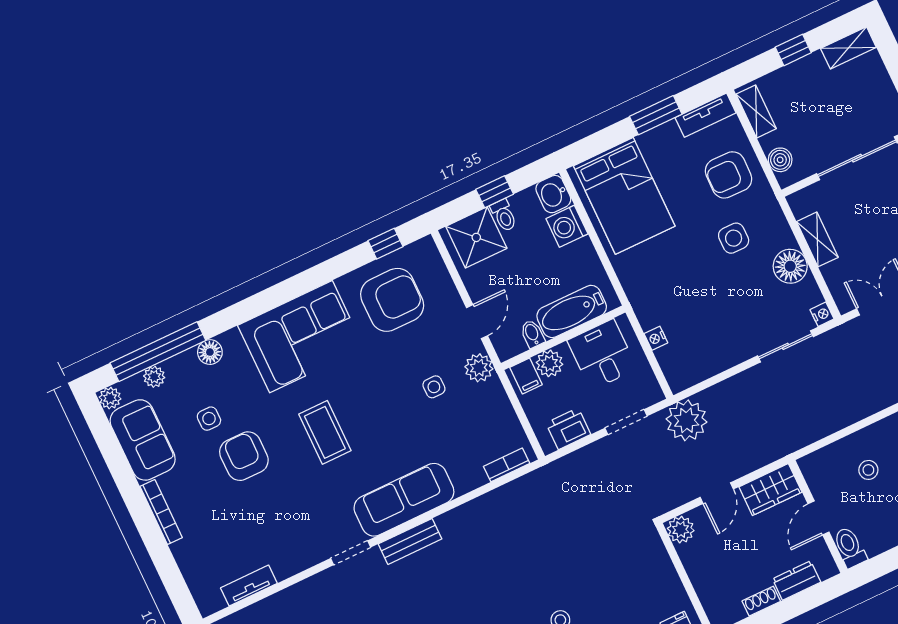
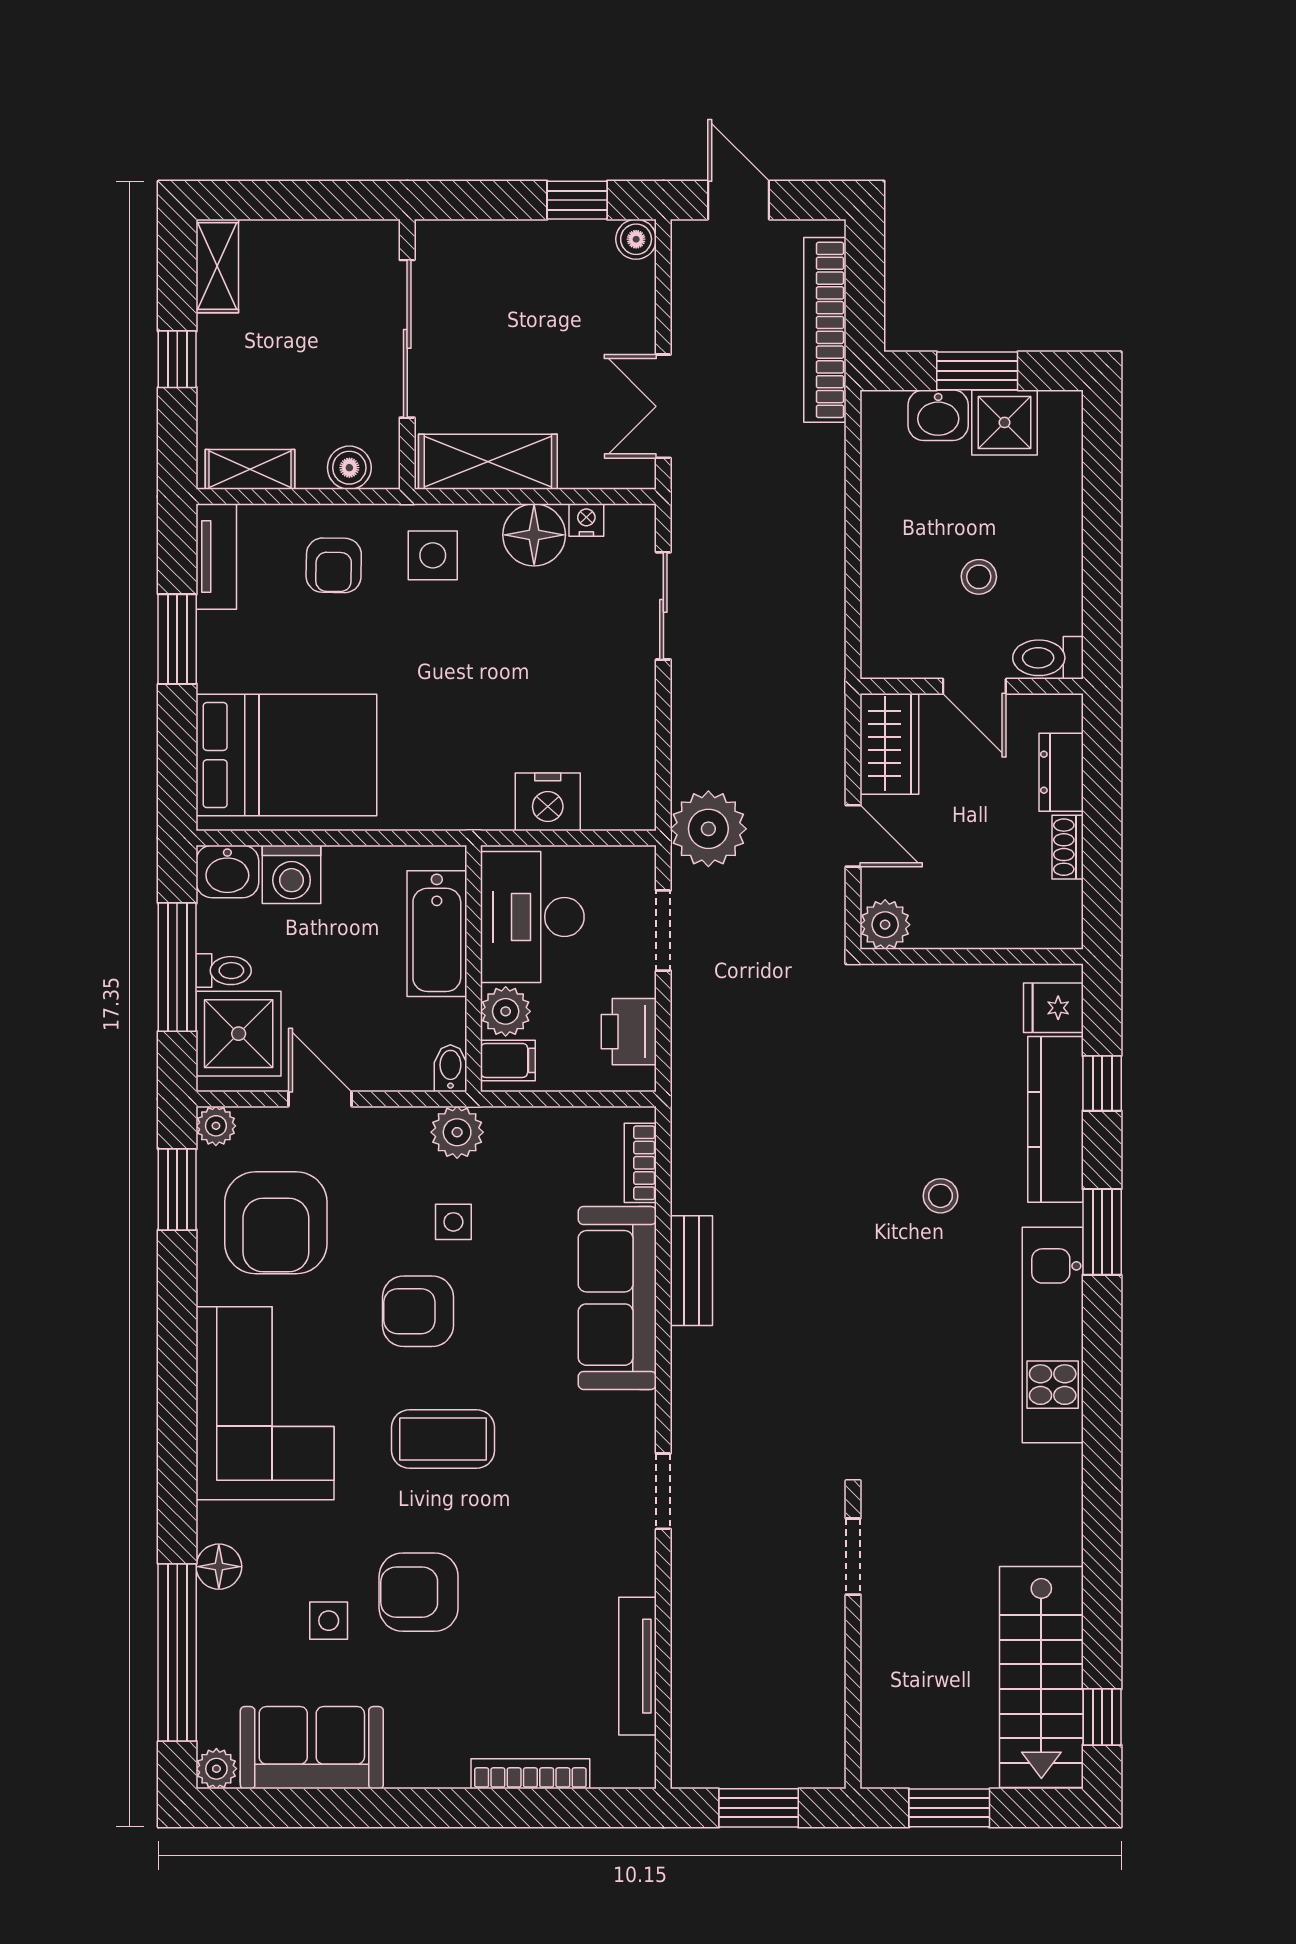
armchair: (729, 175) -> (334, 565), width x0.72, depth x0.72
window: (495, 192) -> (177, 967), width x2.17
side table: (734, 238) -> (433, 555), moved
shelving: (817, 239) -> (488, 462), width x1.50, depth x1.33
window: (385, 244) -> (177, 1189), width x1.50
armchair: (392, 300) -> (276, 1223), turned 180
nightstand: (822, 314) -> (586, 520), moved
door: (477, 322) -> (320, 1099), moved
bidet: (532, 334) -> (450, 1068), moved, turned 90
nightstand: (656, 338) -> (548, 802), width x1.89, depth x1.79
desk: (602, 355) -> (532, 917), width x1.37
plant: (154, 377) -> (216, 1126), moved
armchair: (382, 390) -> (418, 1311), added
stool: (868, 470) -> (979, 577), moved
sofa: (404, 500) -> (617, 1298), moved
bookcase: (161, 512) -> (530, 1774), moved
bench: (410, 541) -> (691, 1271), moved
tv unit: (249, 586) -> (638, 1666), width x1.41

